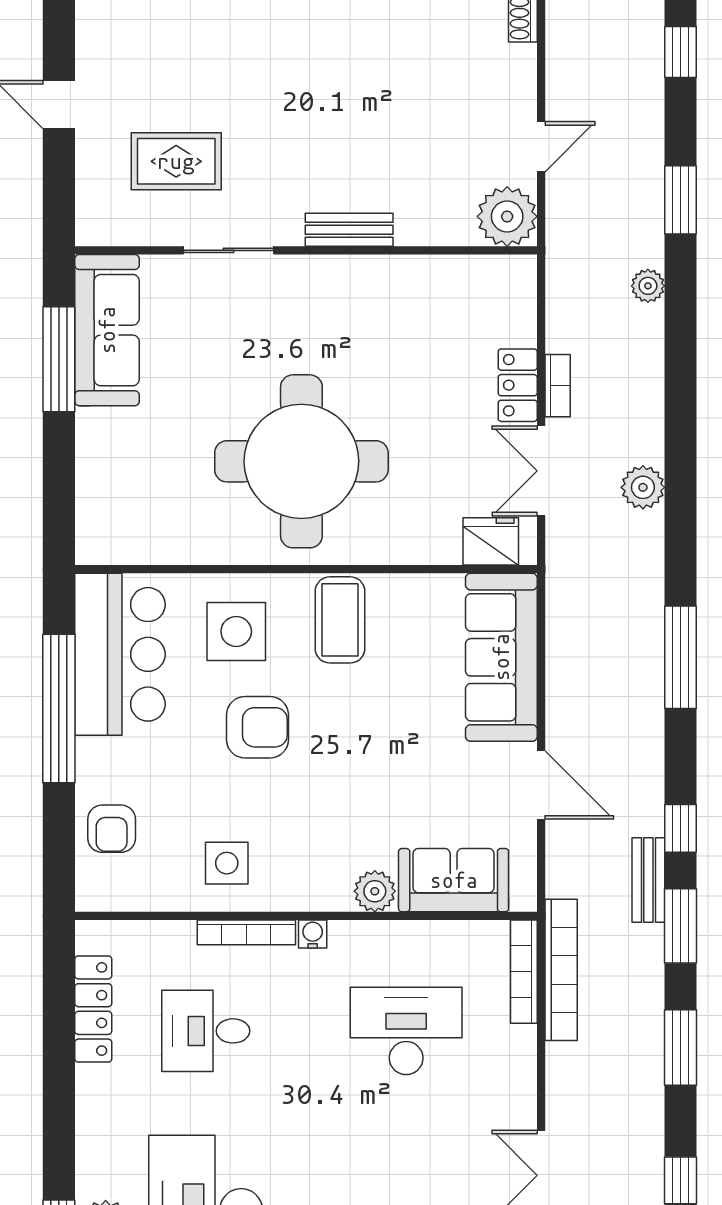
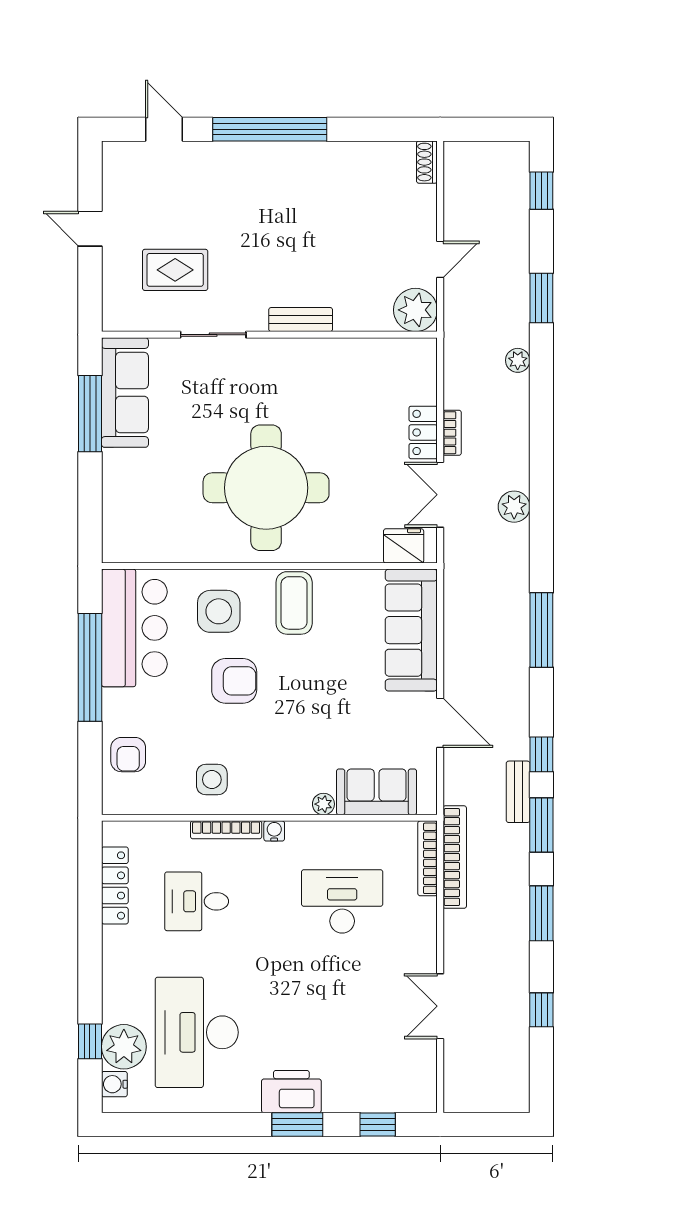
plant: (375, 891) -> (323, 804), width x0.73, depth x0.73

